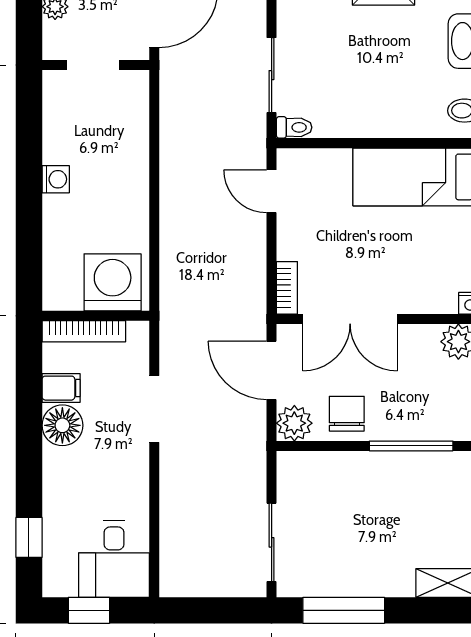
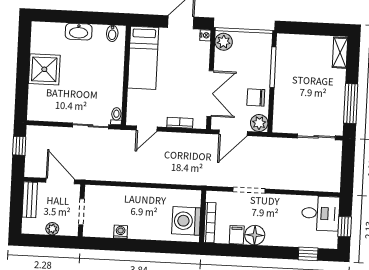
washing machine: (56, 179) -> (121, 232), moved
washing machine: (113, 282) -> (186, 221), moved
bookcase: (287, 288) -> (180, 123), moved

